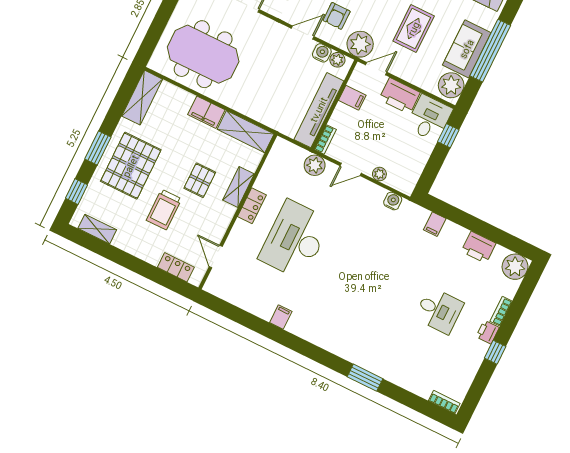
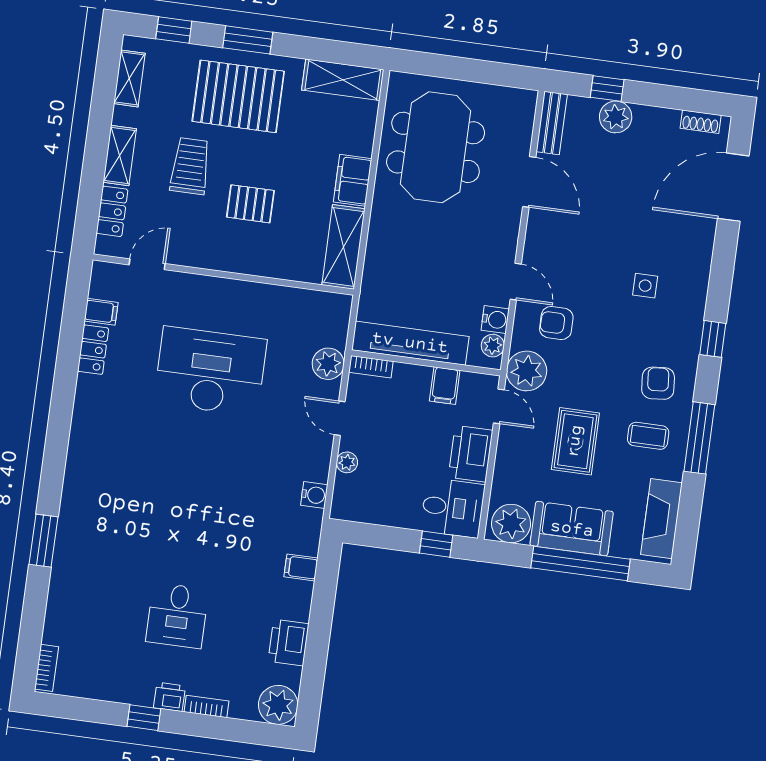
rug: (414, 29) -> (575, 441), turned 90
shelving: (238, 187) -> (120, 155), moved, turned 90
locker: (252, 206) -> (93, 350), moved, turned -90
trolley: (164, 210) -> (190, 166), turned 90
filing cabinet: (281, 317) -> (101, 312), moved

